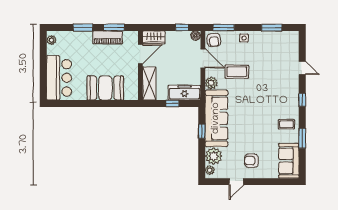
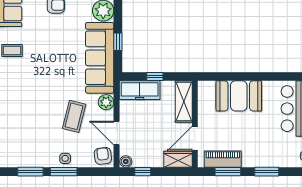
window: (224, 28) -> (64, 172), moved
piano: (108, 37) -> (223, 159), moved
coffee table: (237, 72) -> (74, 116), turned -76

